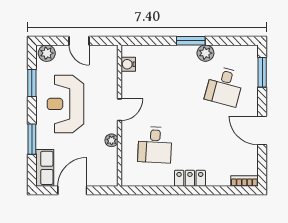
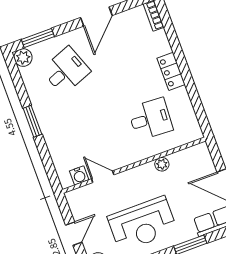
plant: (205, 53) -> (23, 58), moved
desk: (224, 86) -> (66, 71), turned -36
door: (120, 110) -> (103, 177), moved

